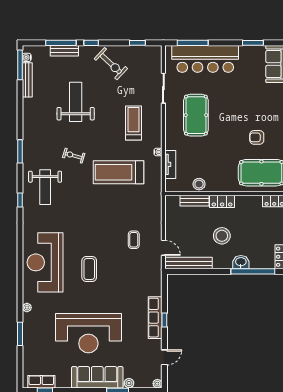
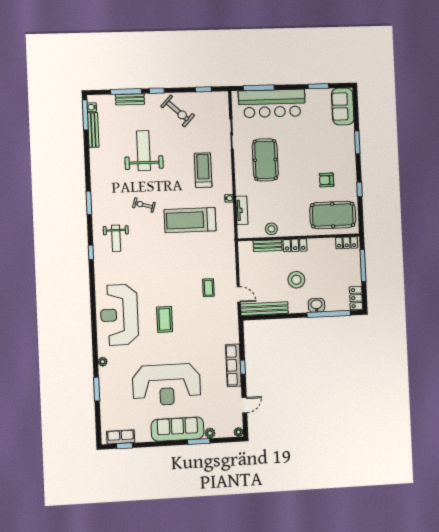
weight bench: (45, 187) -> (116, 238), width x0.73, depth x0.75

